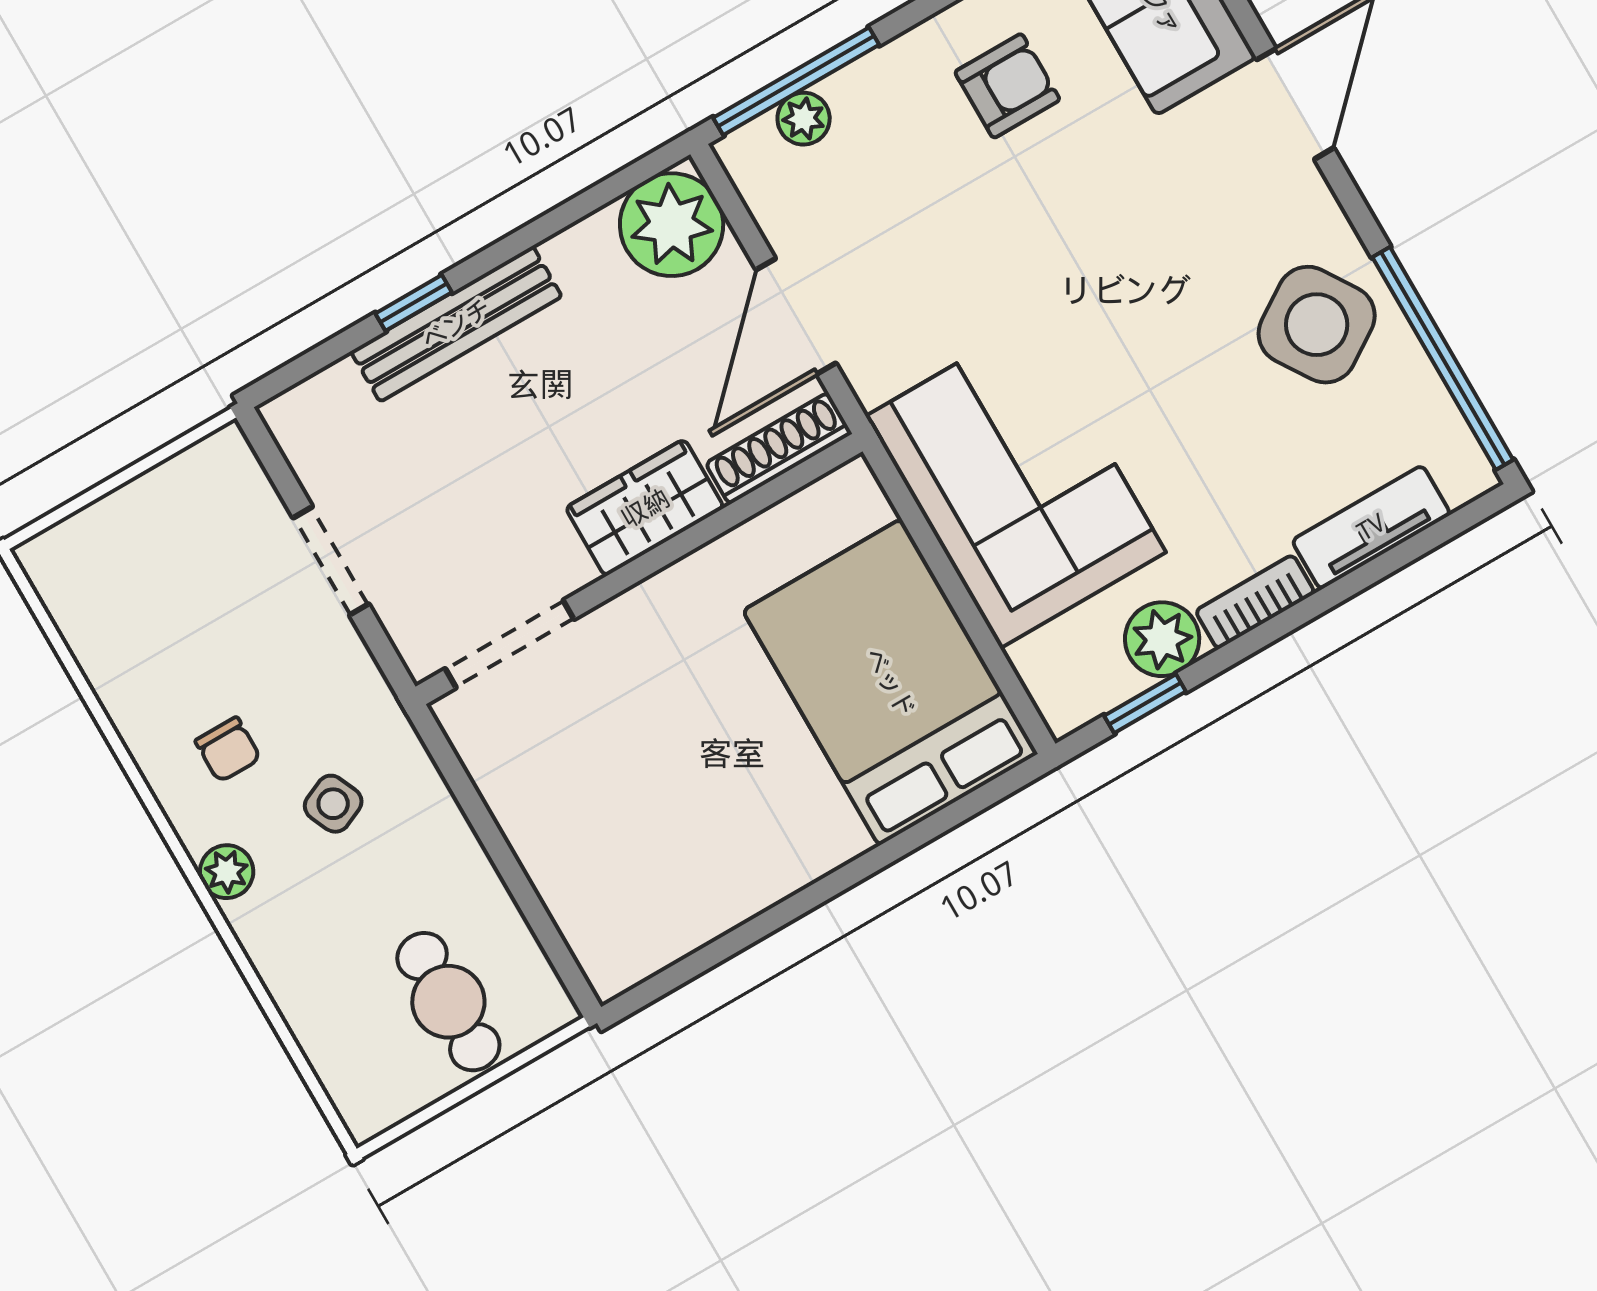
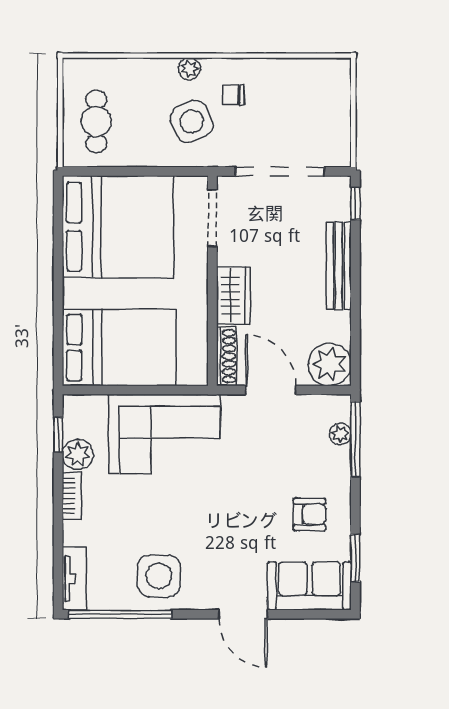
armchair: (1007, 86) -> (310, 514), turned -90
window: (414, 303) -> (355, 203), moved
side table: (1317, 325) -> (159, 576), turned 33
tv unit: (1371, 527) -> (74, 579), moved
doorway: (331, 561) -> (280, 171), width x1.88
side table: (333, 804) -> (192, 121), width x1.87, depth x1.87
bed: (641, 830) -> (118, 227), added
cafe table: (448, 1002) -> (96, 122), turned 90

